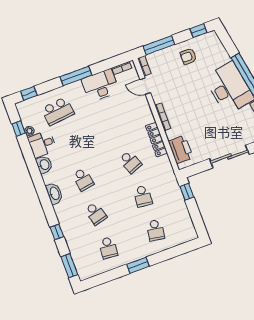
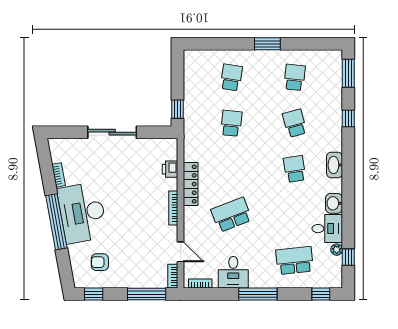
armchair: (188, 56) -> (100, 262), moved, turned 180
desk: (100, 85) -> (233, 272), width x0.73
printer: (181, 149) -> (170, 169), width x0.53, depth x0.68
school desk: (130, 162) -> (231, 215), moved, width x1.85

